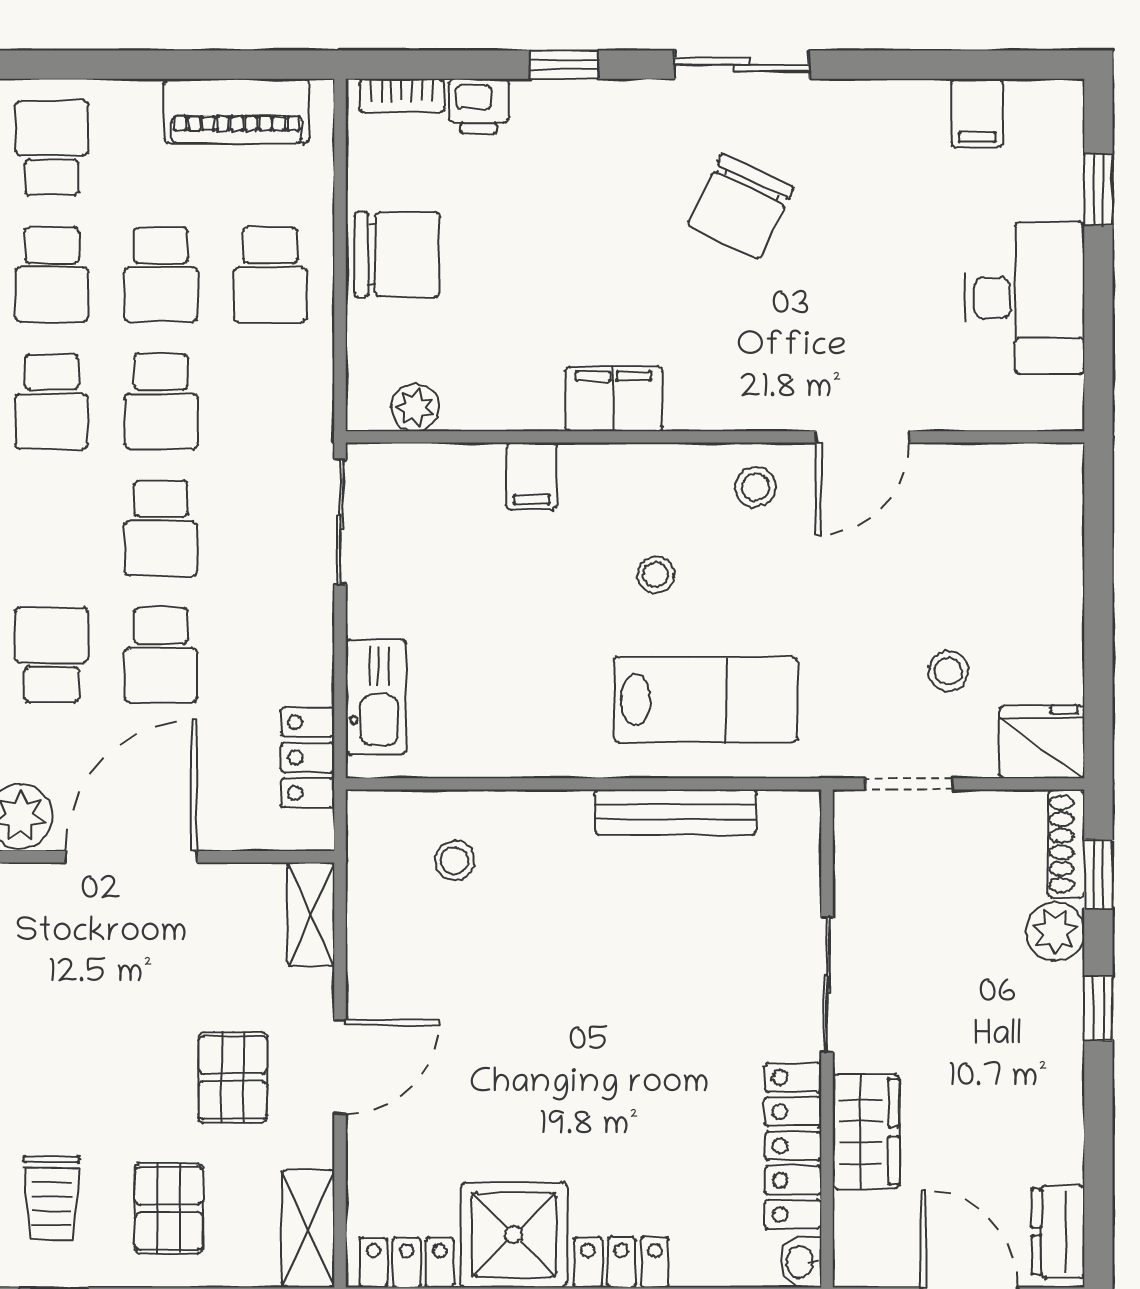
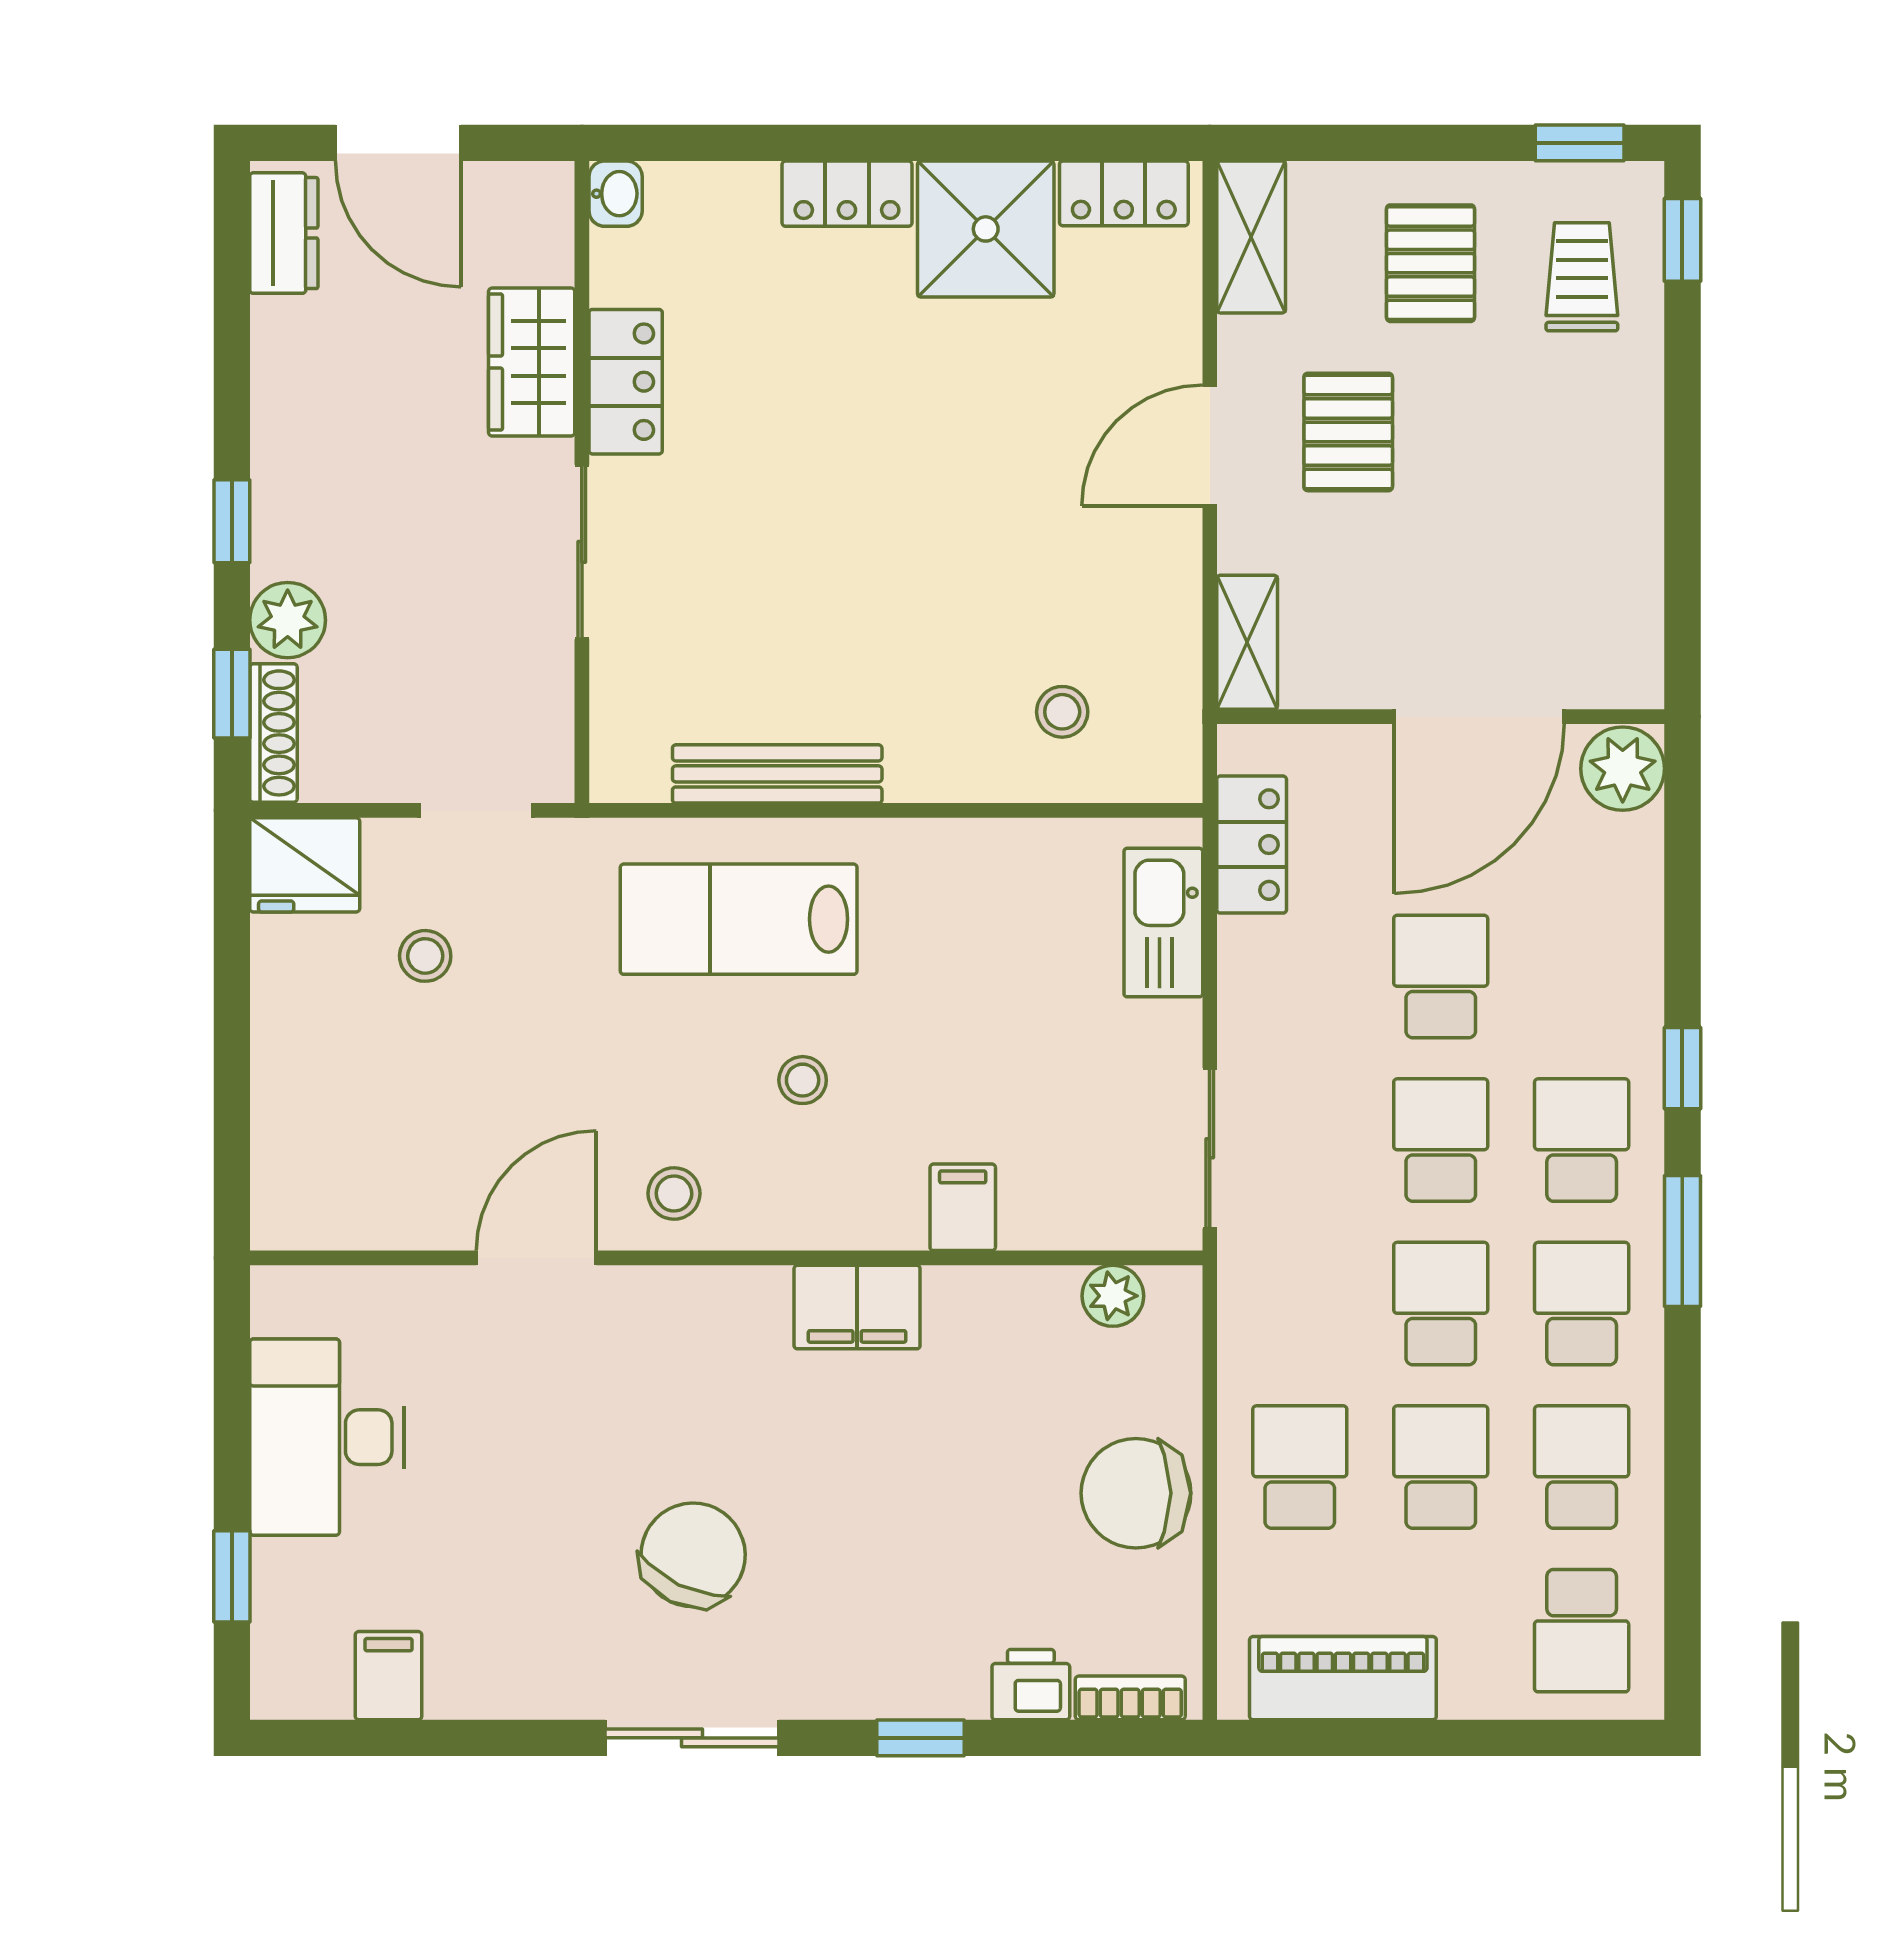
school desk: (52, 655) -> (1582, 1140), moved, turned 180
locker: (793, 1146) -> (626, 382), width x0.66

